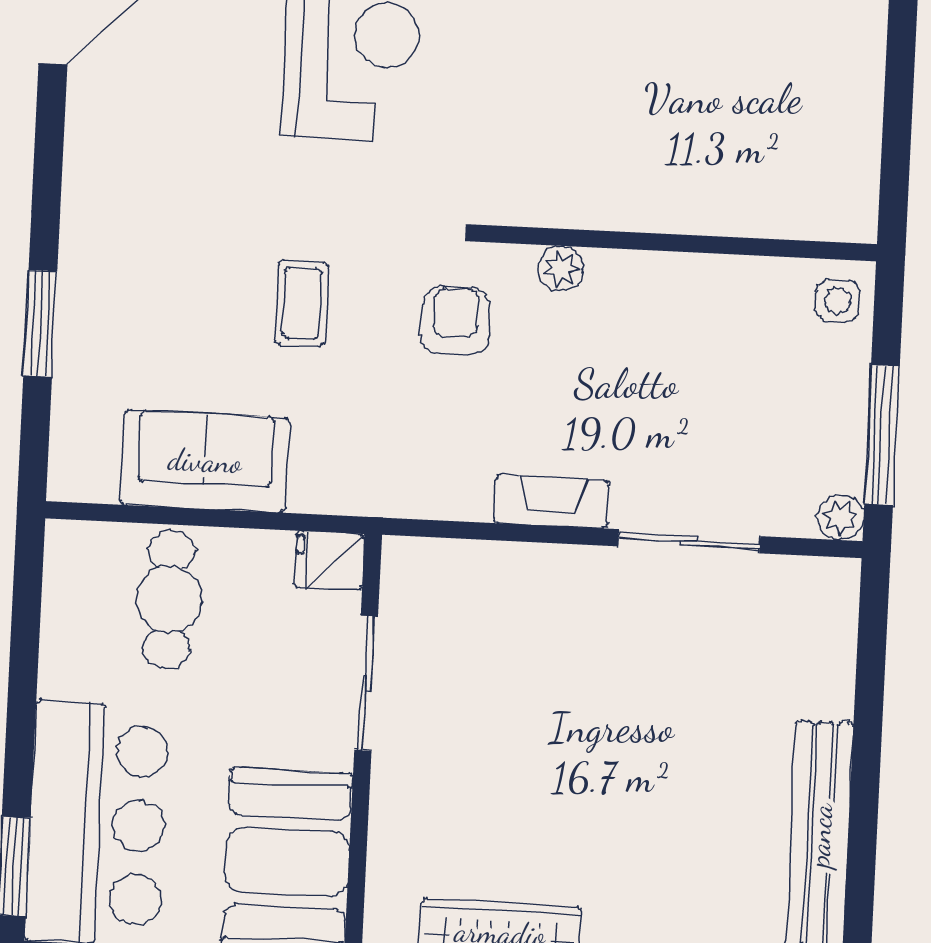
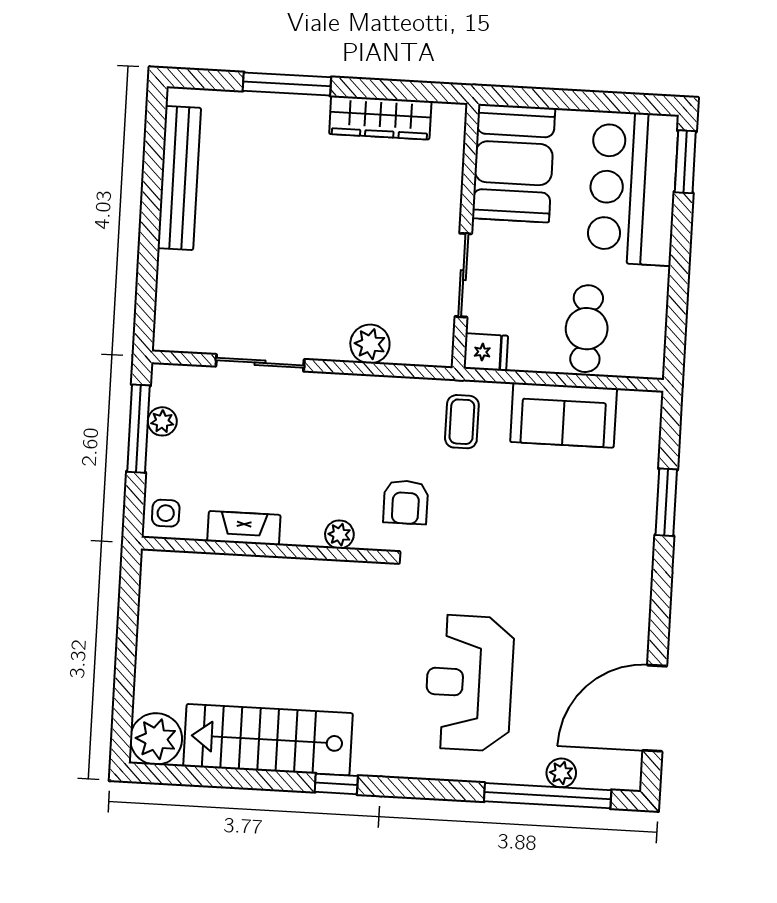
coffee table: (302, 303) -> (462, 422), moved
fireplace: (552, 502) -> (244, 528), moved, turned 180
plant: (841, 517) -> (162, 421), moved
plant: (514, 572) -> (370, 344), added

